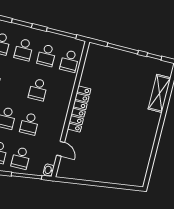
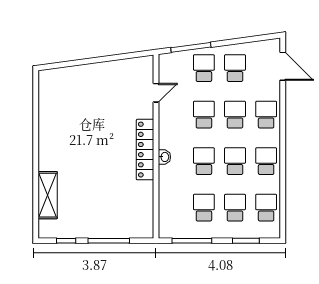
school desk: (70, 61) -> (235, 161), moved
door: (61, 149) -> (156, 93), swing flipped
washbasin: (49, 170) -> (164, 157), moved

